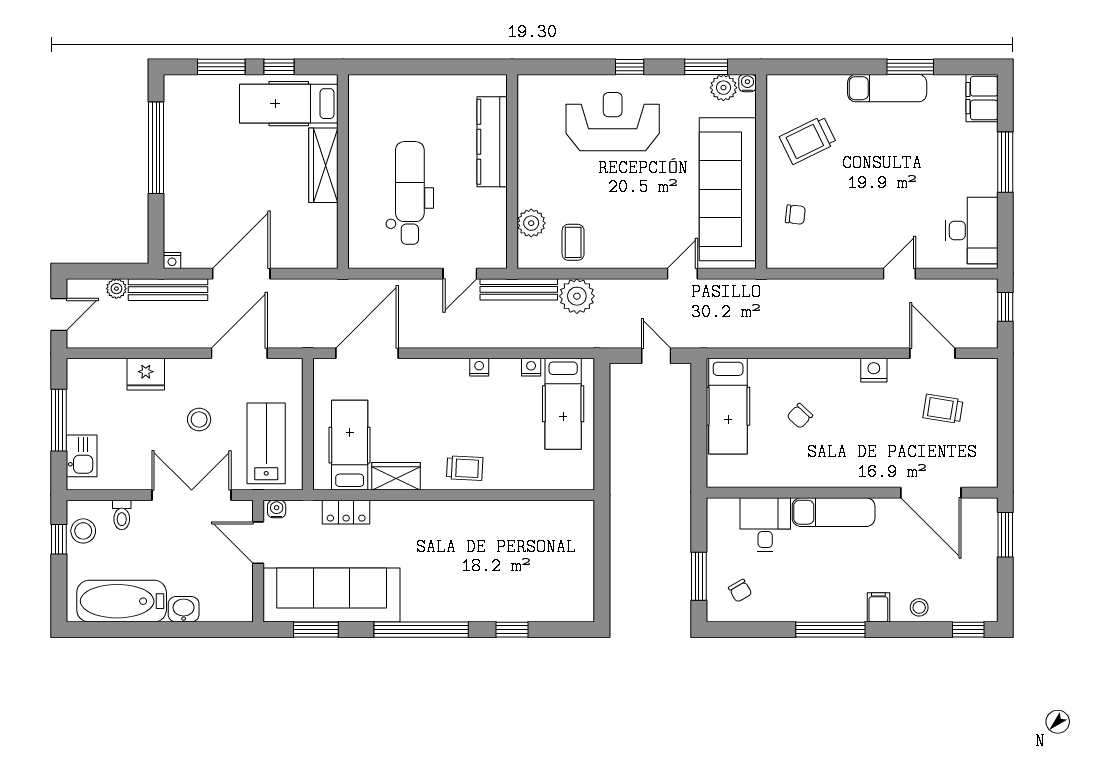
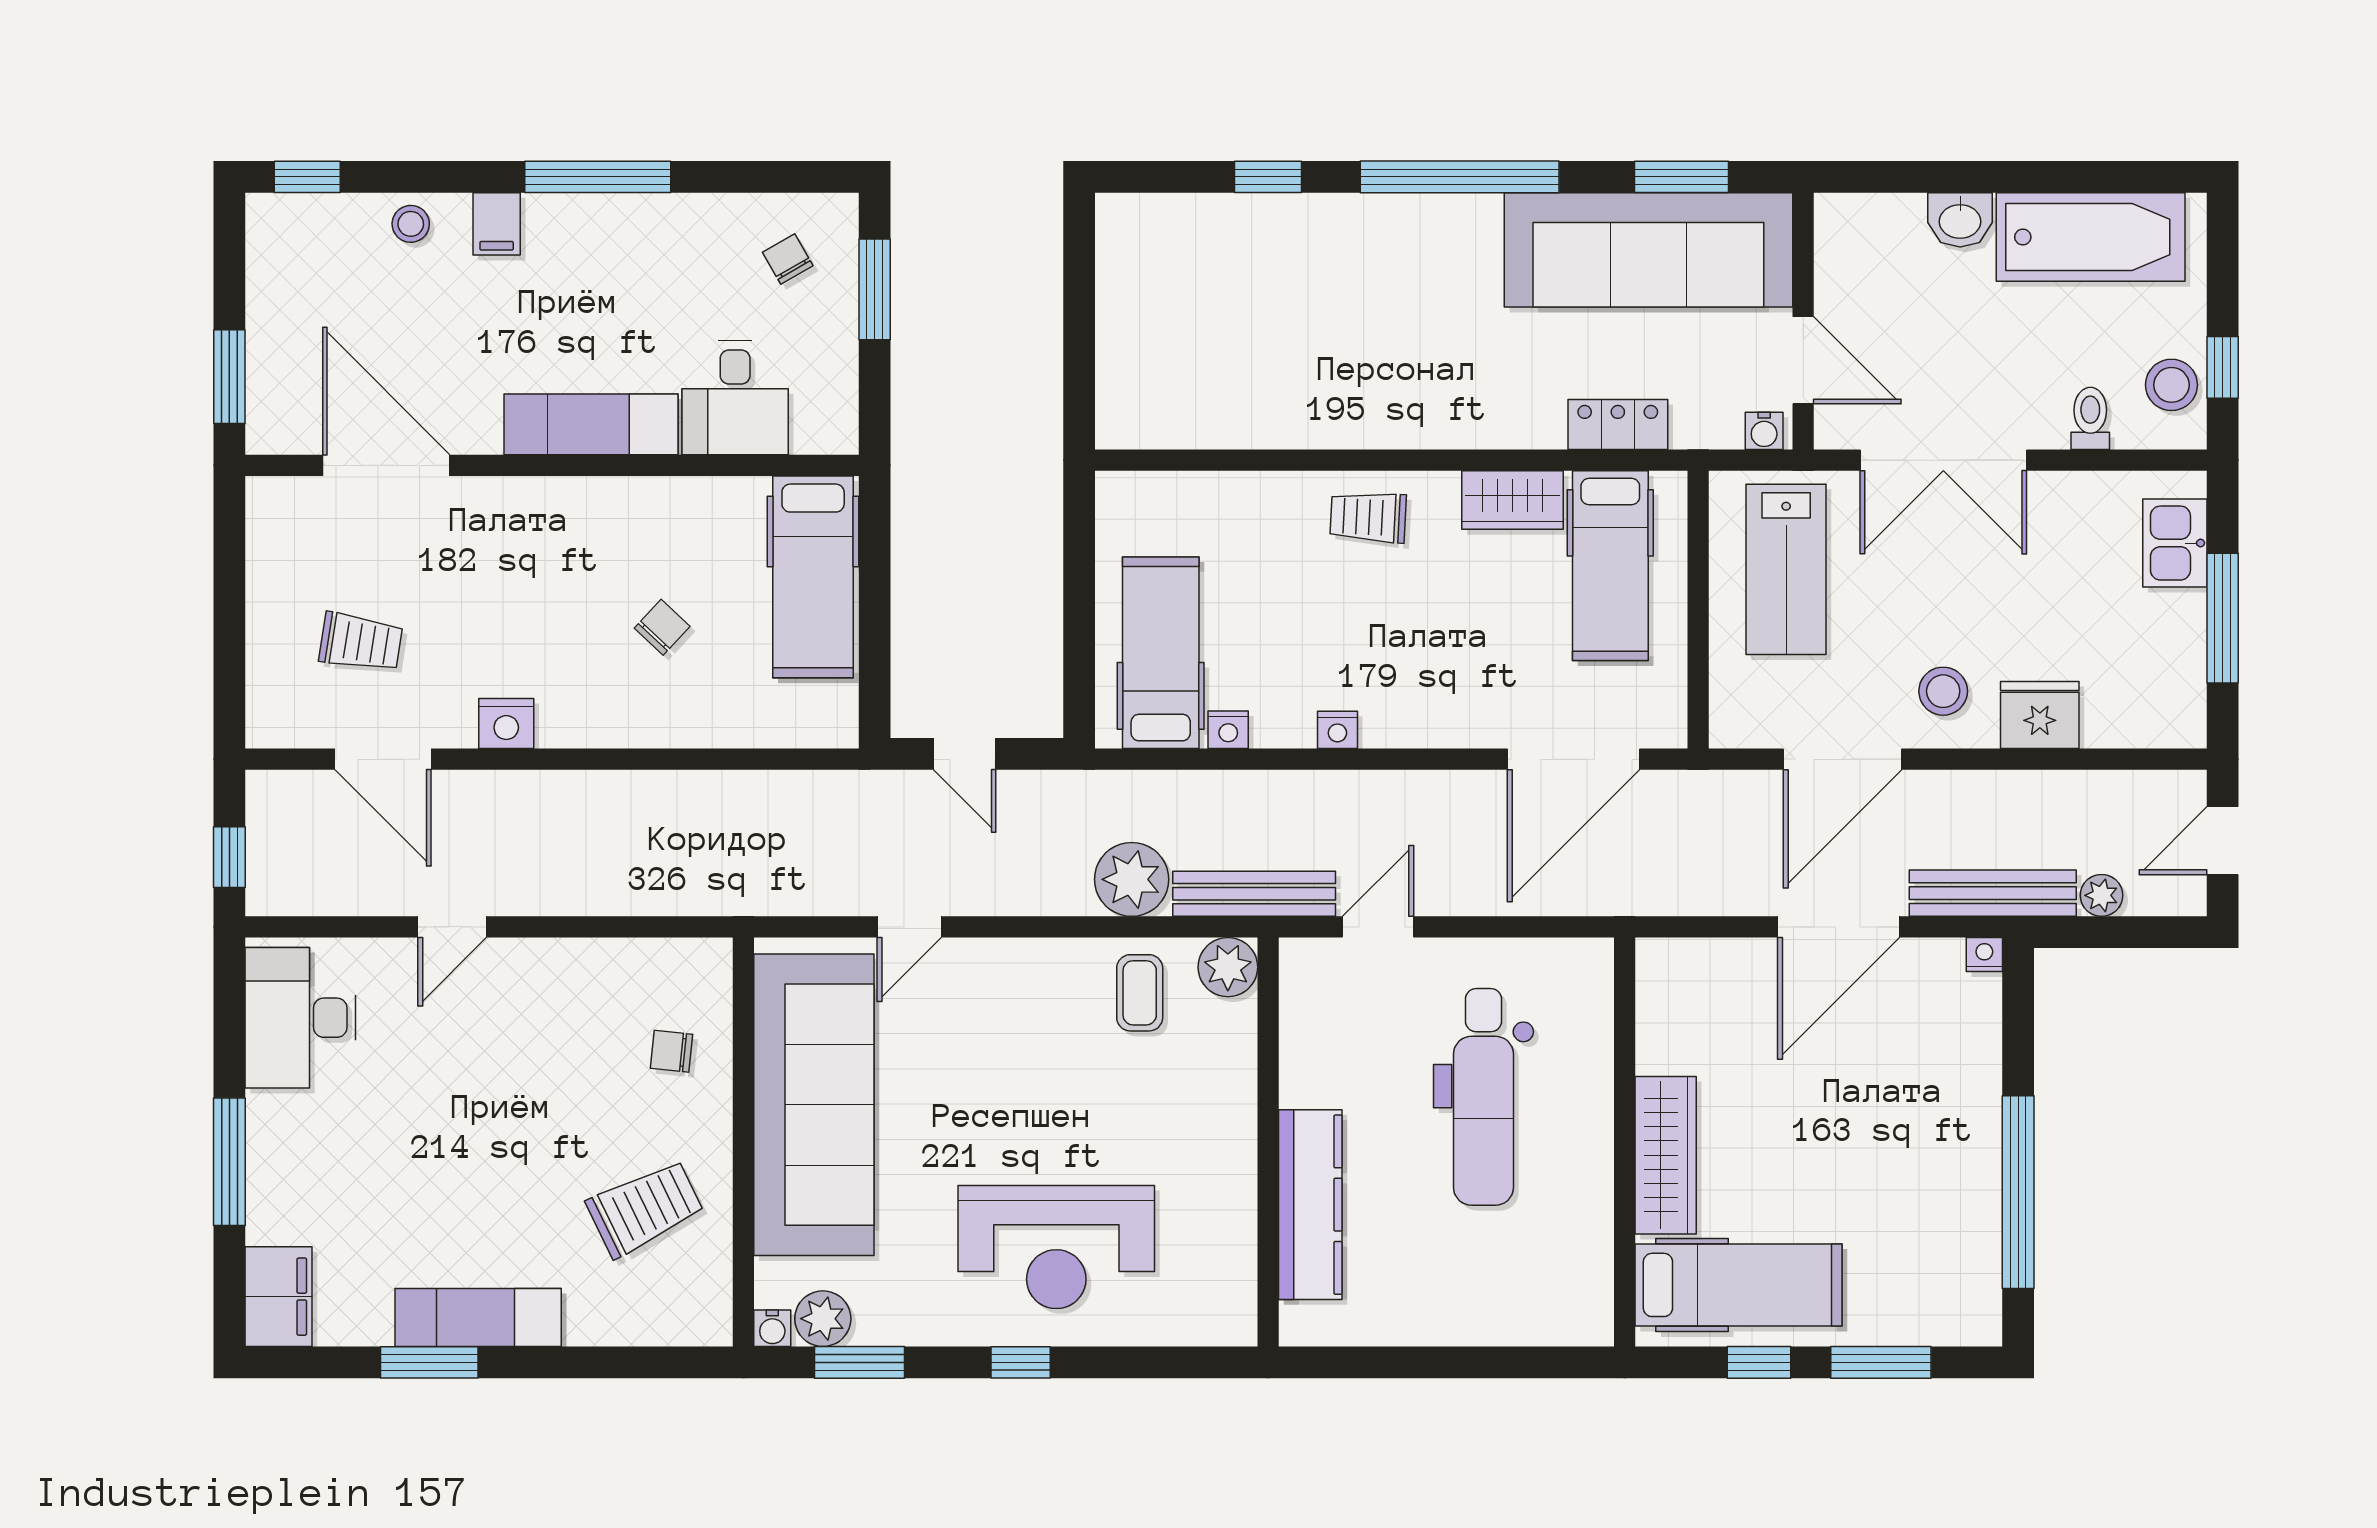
plant: (531, 223) -> (1228, 967), moved
hospital bed: (728, 406) -> (813, 577), moved, turned 180
stool: (199, 419) -> (1943, 691), moved

